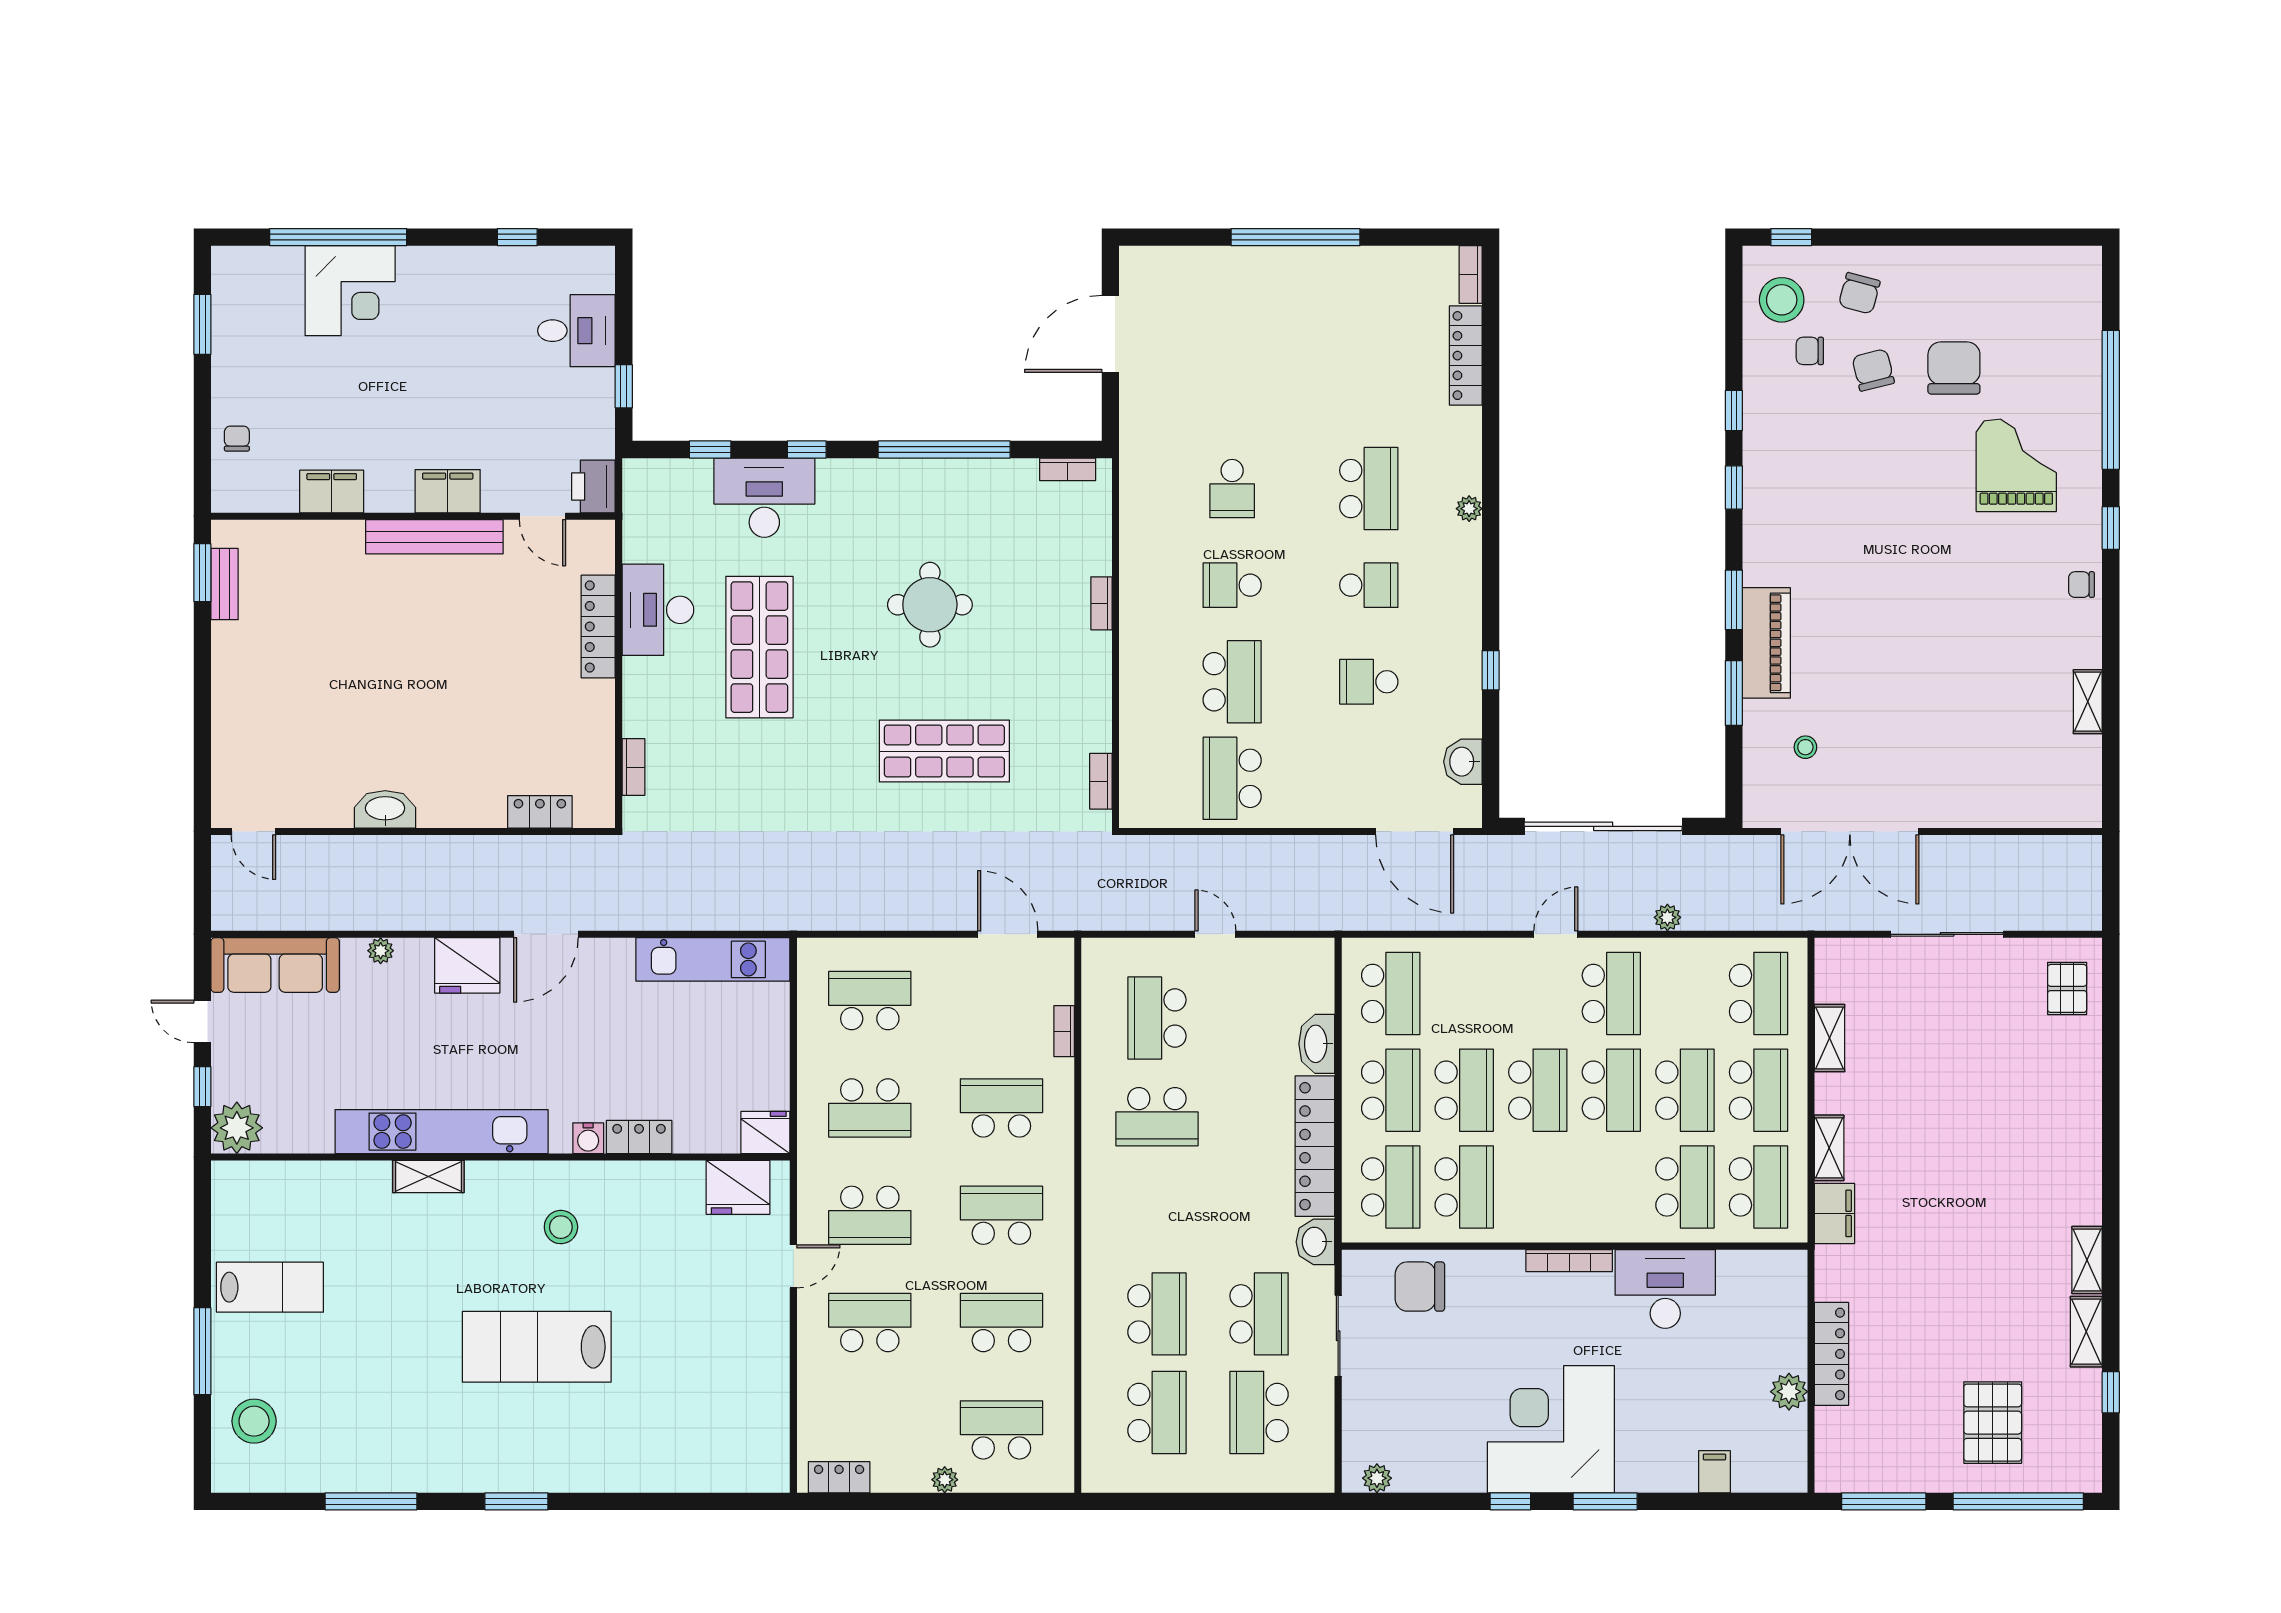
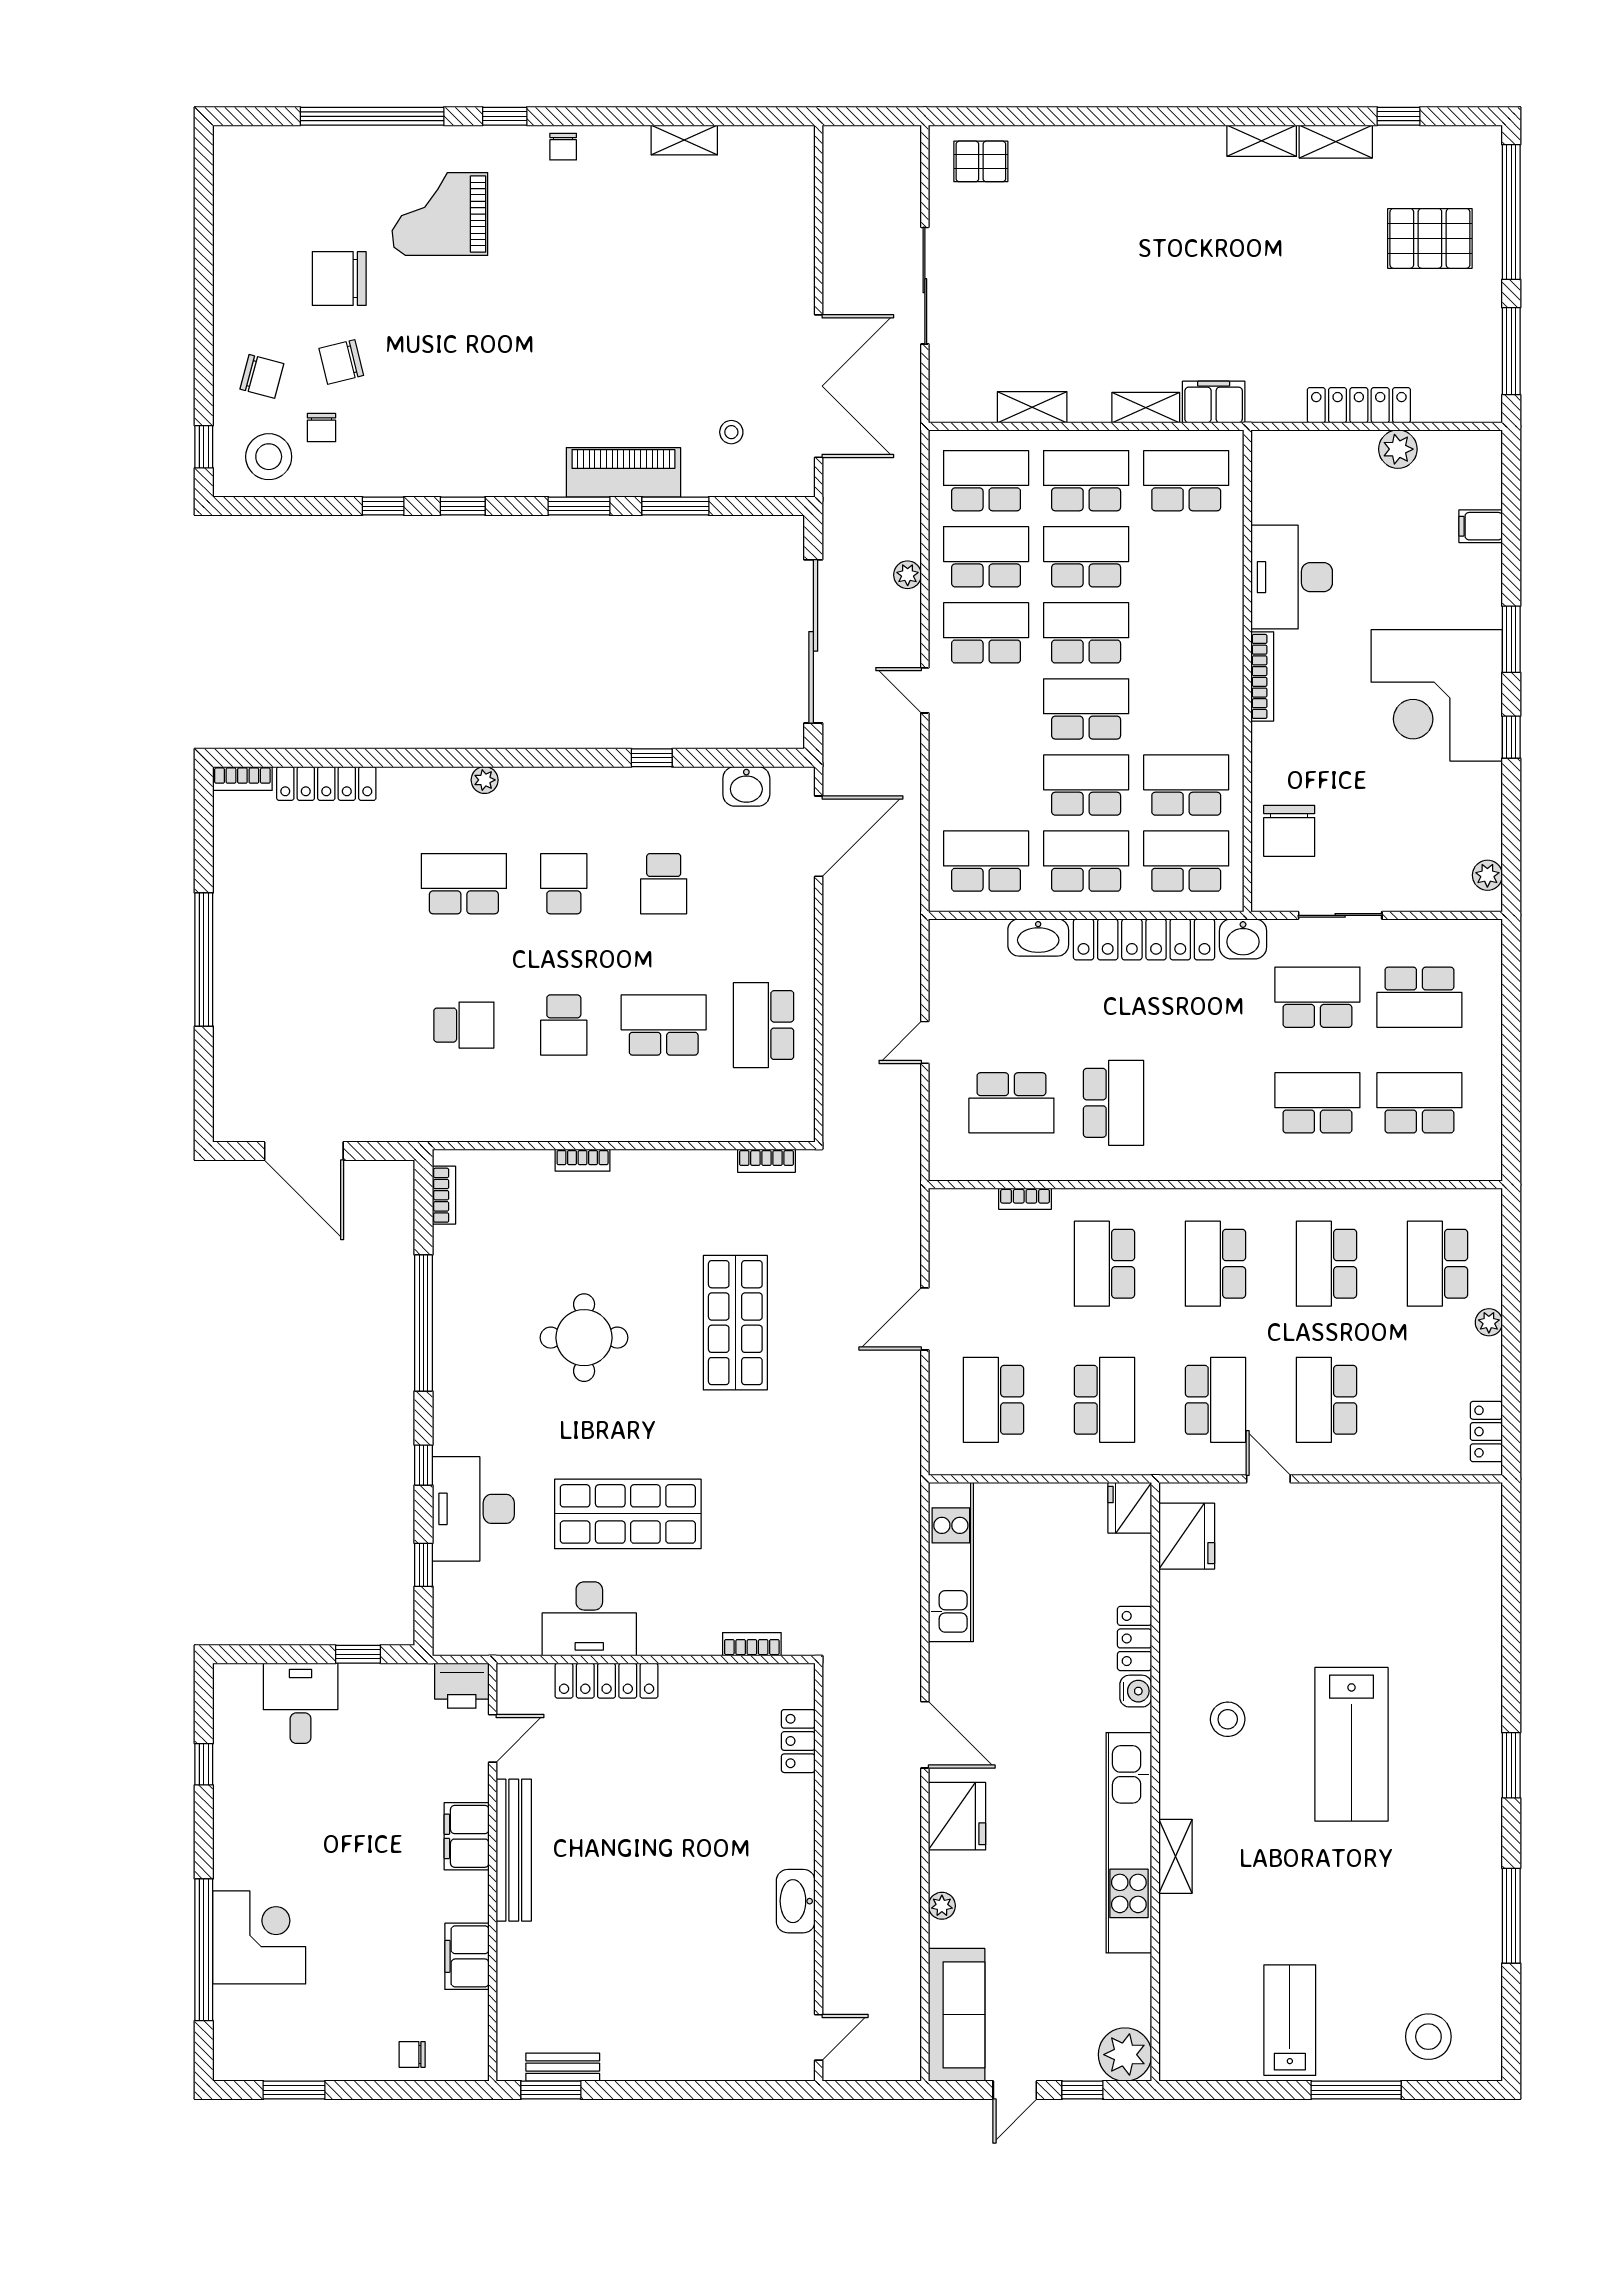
school desk: (1232, 778) -> (764, 1025), turned 90
door: (1008, 934) -> (925, 1319), moved
school desk: (1685, 1187) -> (986, 557), moved

